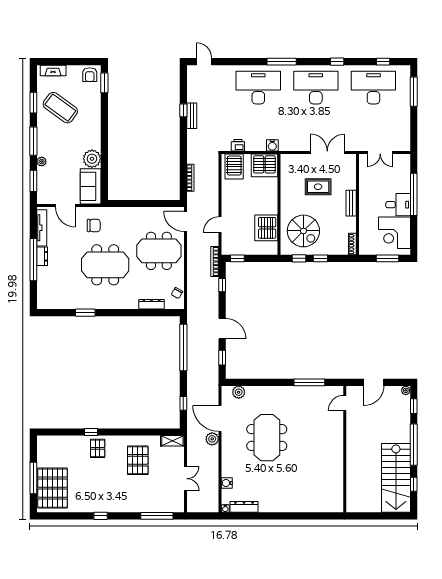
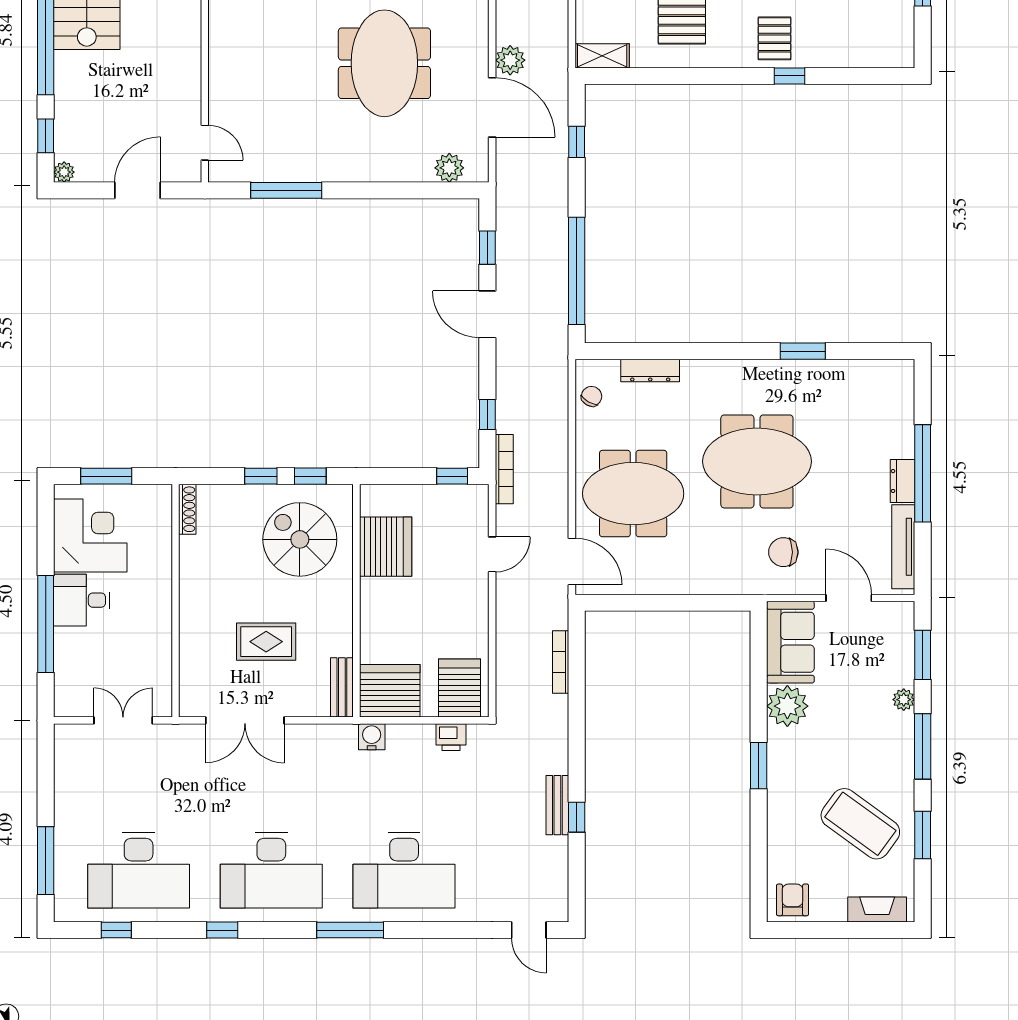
window: (104, 83) -> (759, 766), moved
bench: (351, 203) -> (342, 687), moved
door: (345, 403) -> (205, 143), hinge flipped

